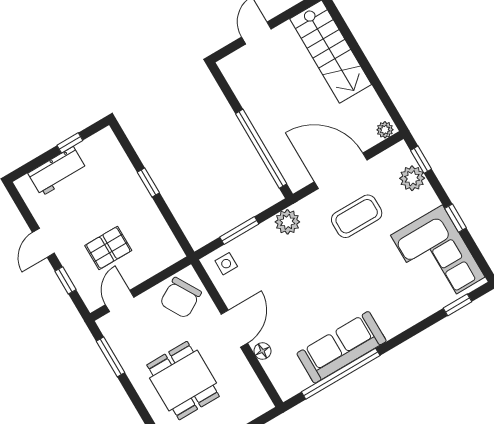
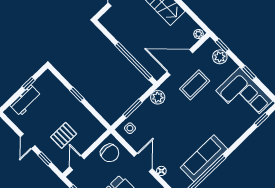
chair: (181, 298) -> (110, 153), turned -57

